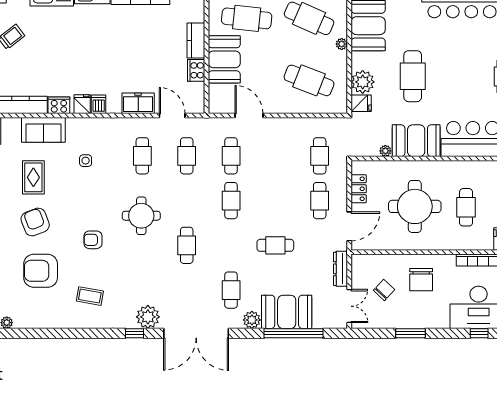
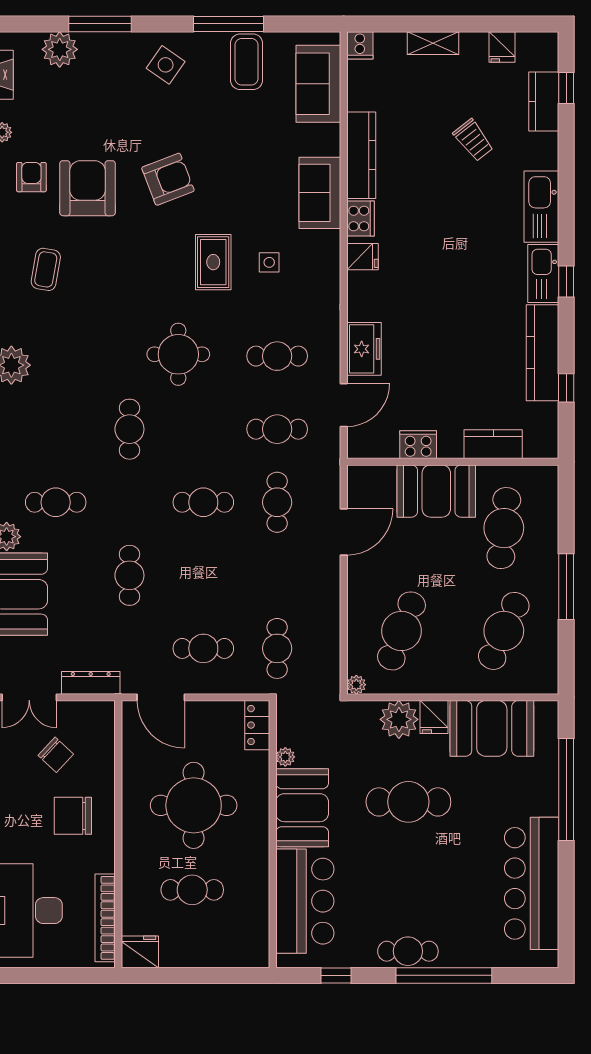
kitchen counter: (196, 41) -> (493, 444), moved
plant: (342, 44) -> (356, 685), moved
fridge: (361, 103) -> (434, 717), moved
dishwasher: (99, 104) -> (362, 284), removed
cafe table: (231, 156) -> (277, 502), turned 90
cafe table: (320, 156) -> (277, 648), turned 90
rug: (33, 177) -> (213, 262), moved, turned 90
locker: (359, 189) -> (257, 725), moved, turned 90
armchair: (93, 240) -> (31, 177), moved
cafe table: (187, 245) -> (129, 429), turned 90

